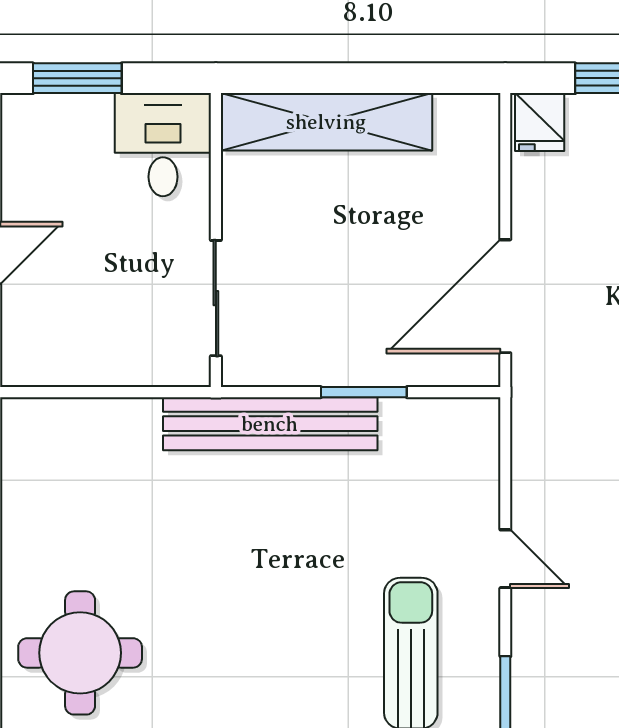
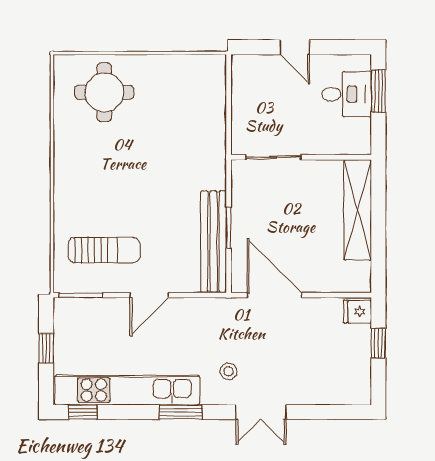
desk: (163, 145) -> (347, 94), moved
bench: (270, 424) -> (214, 242), moved
door: (505, 559) -> (149, 295), width x1.38

